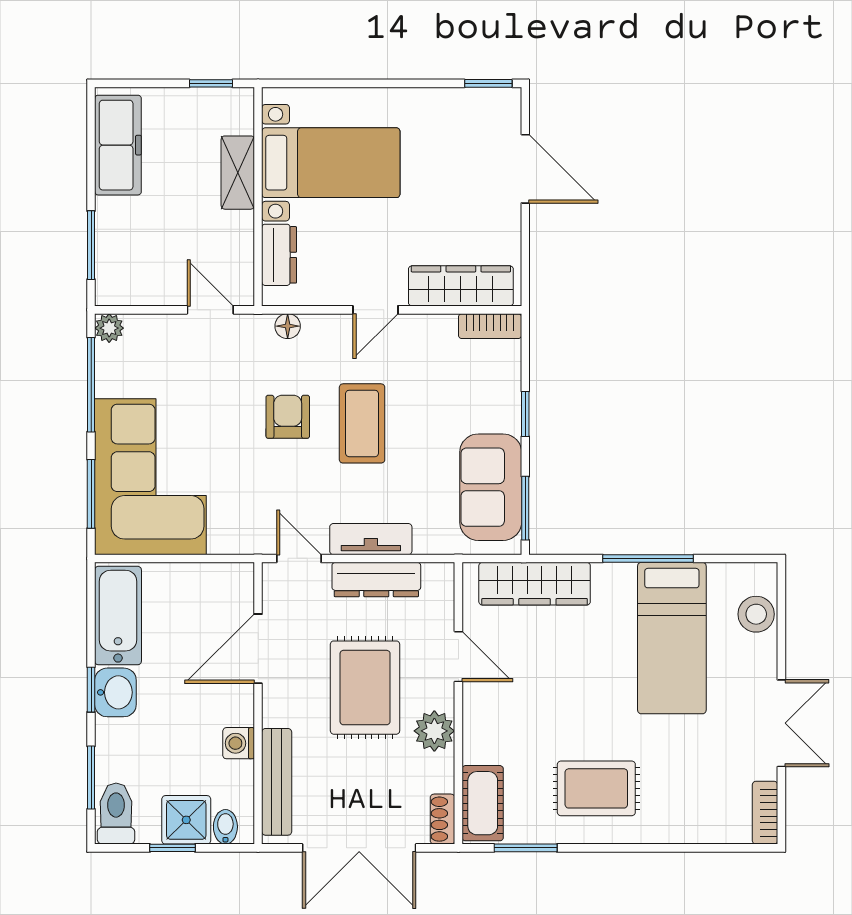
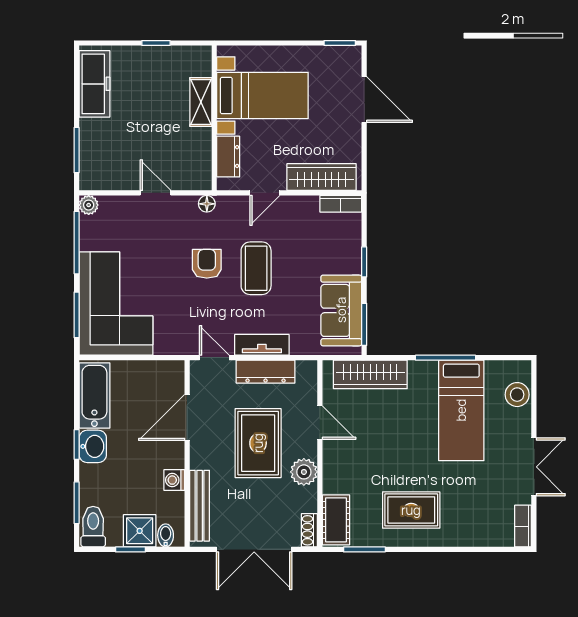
bed with nightstands: (331, 163) -> (262, 96), moved
shelving: (238, 173) -> (201, 102), moved
wall: (258, 197) -> (214, 118), moved
dresser: (279, 255) -> (228, 157), moved

